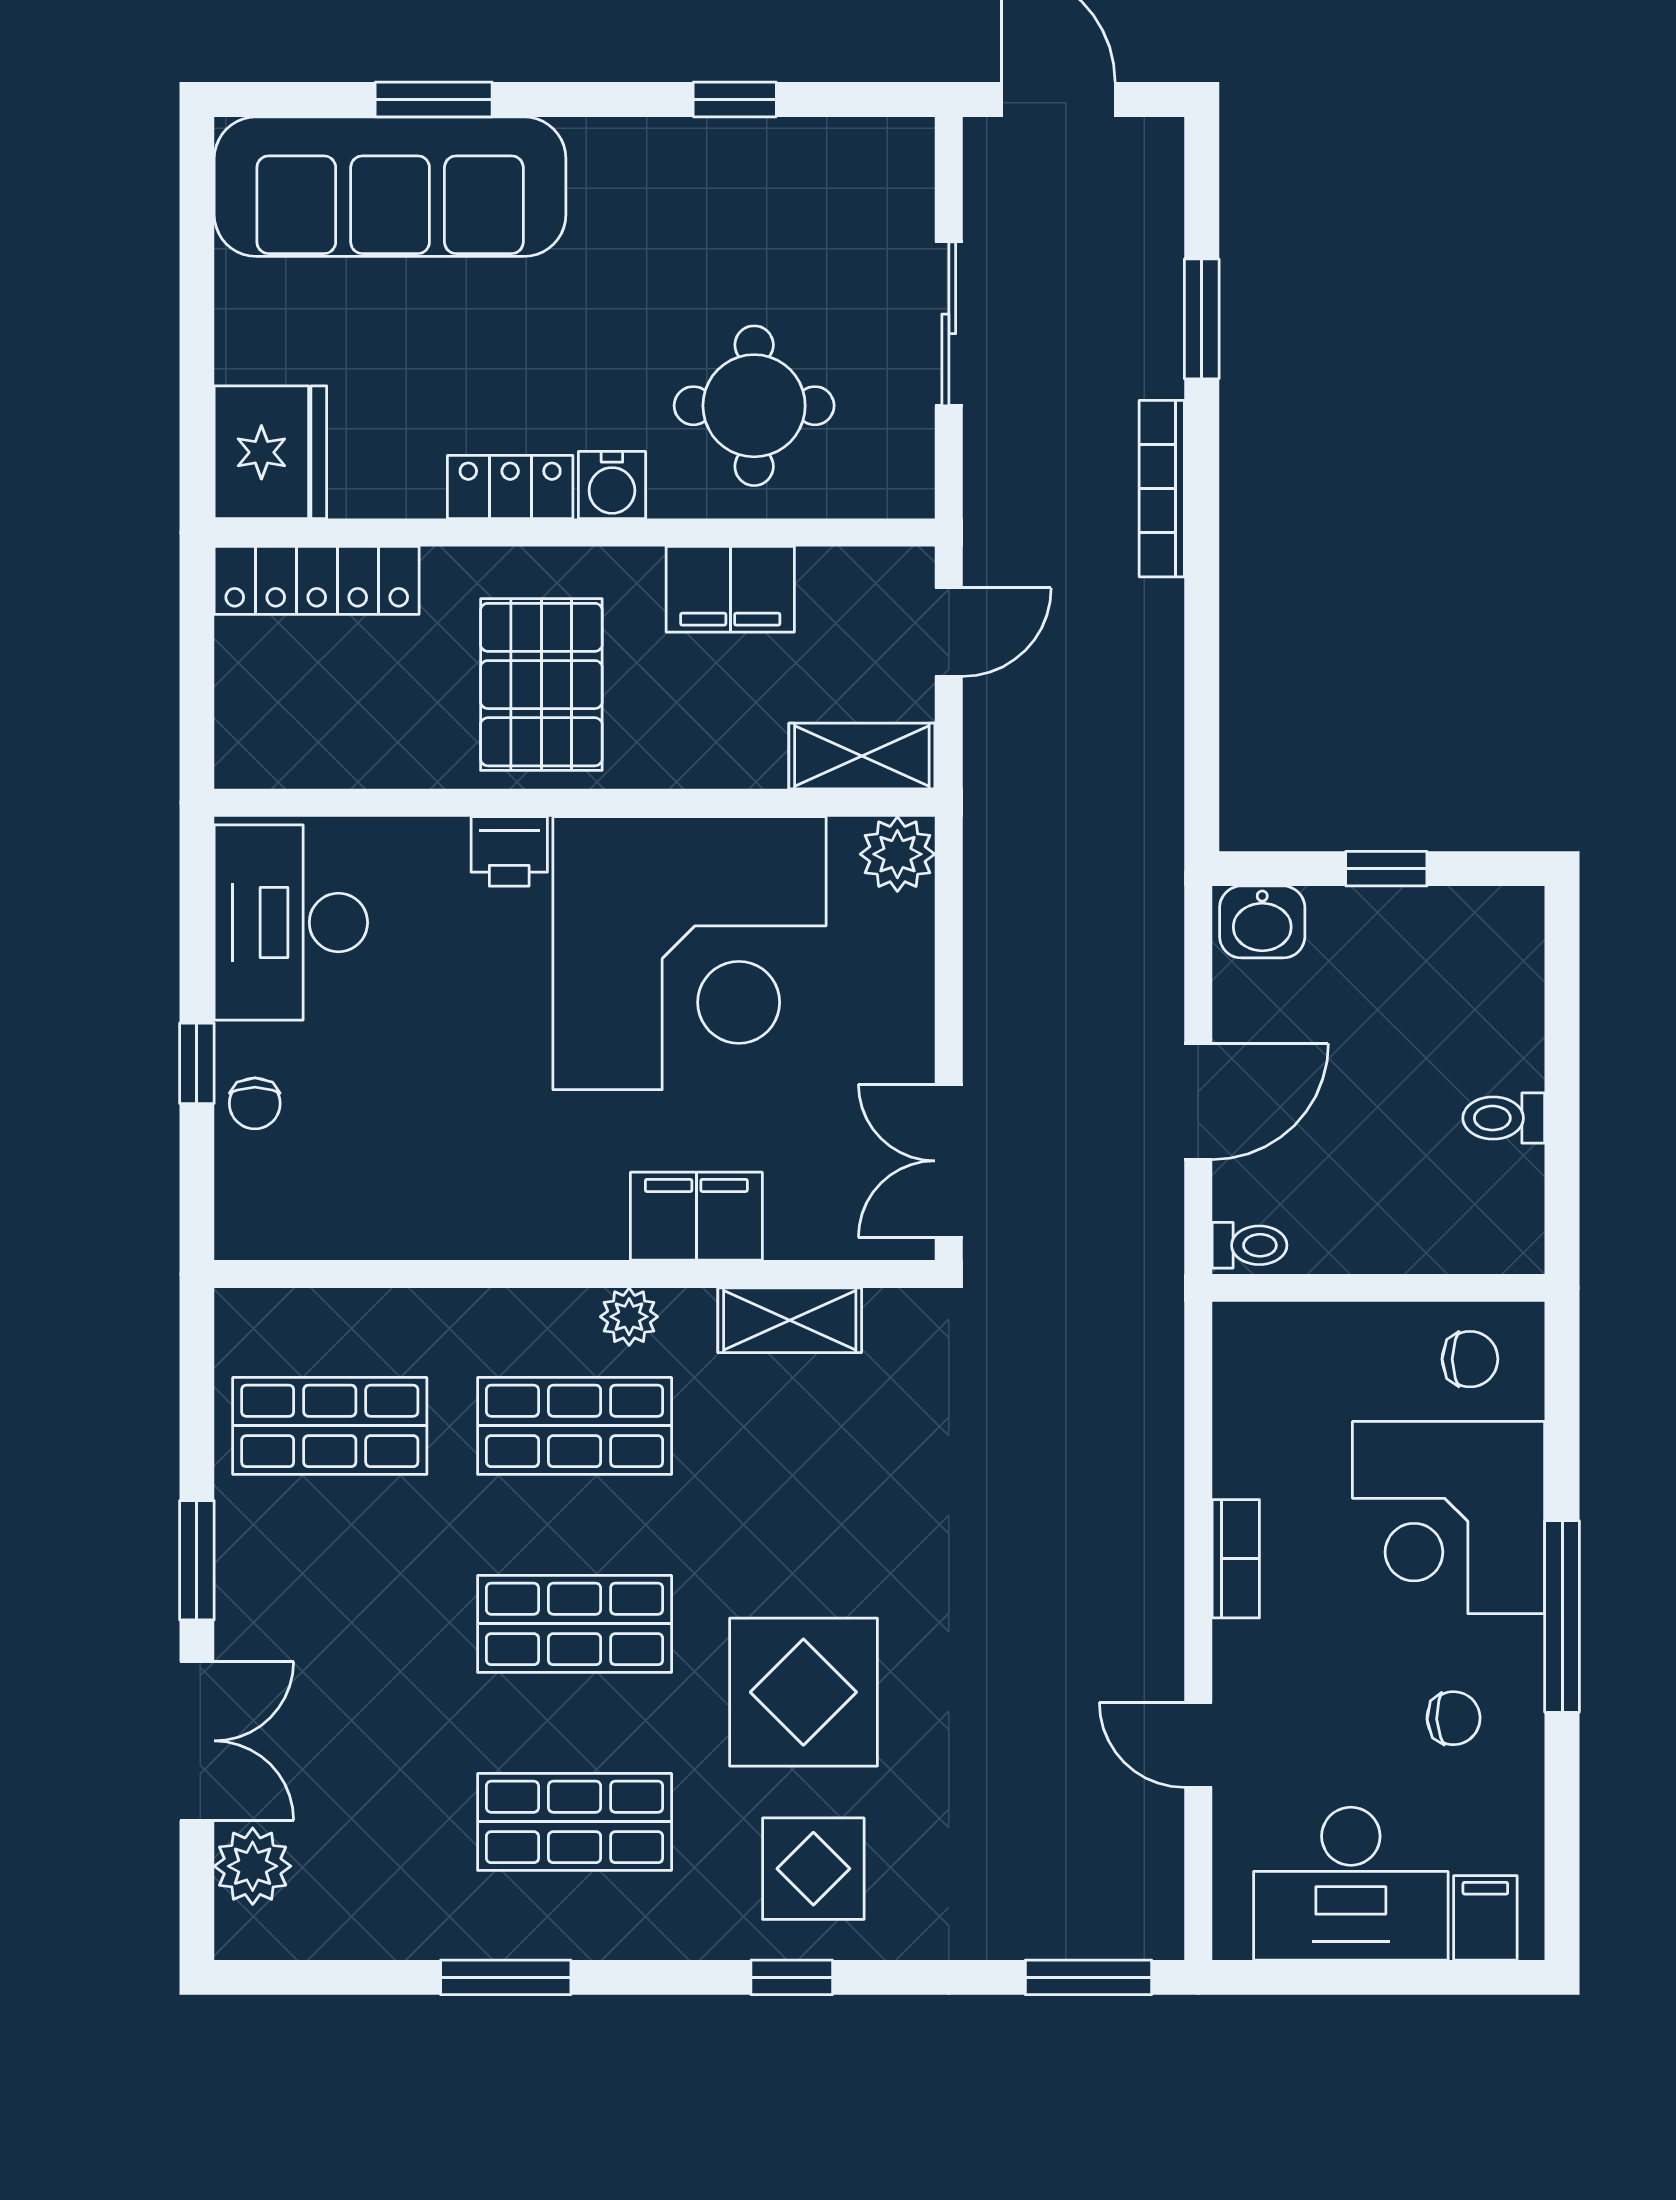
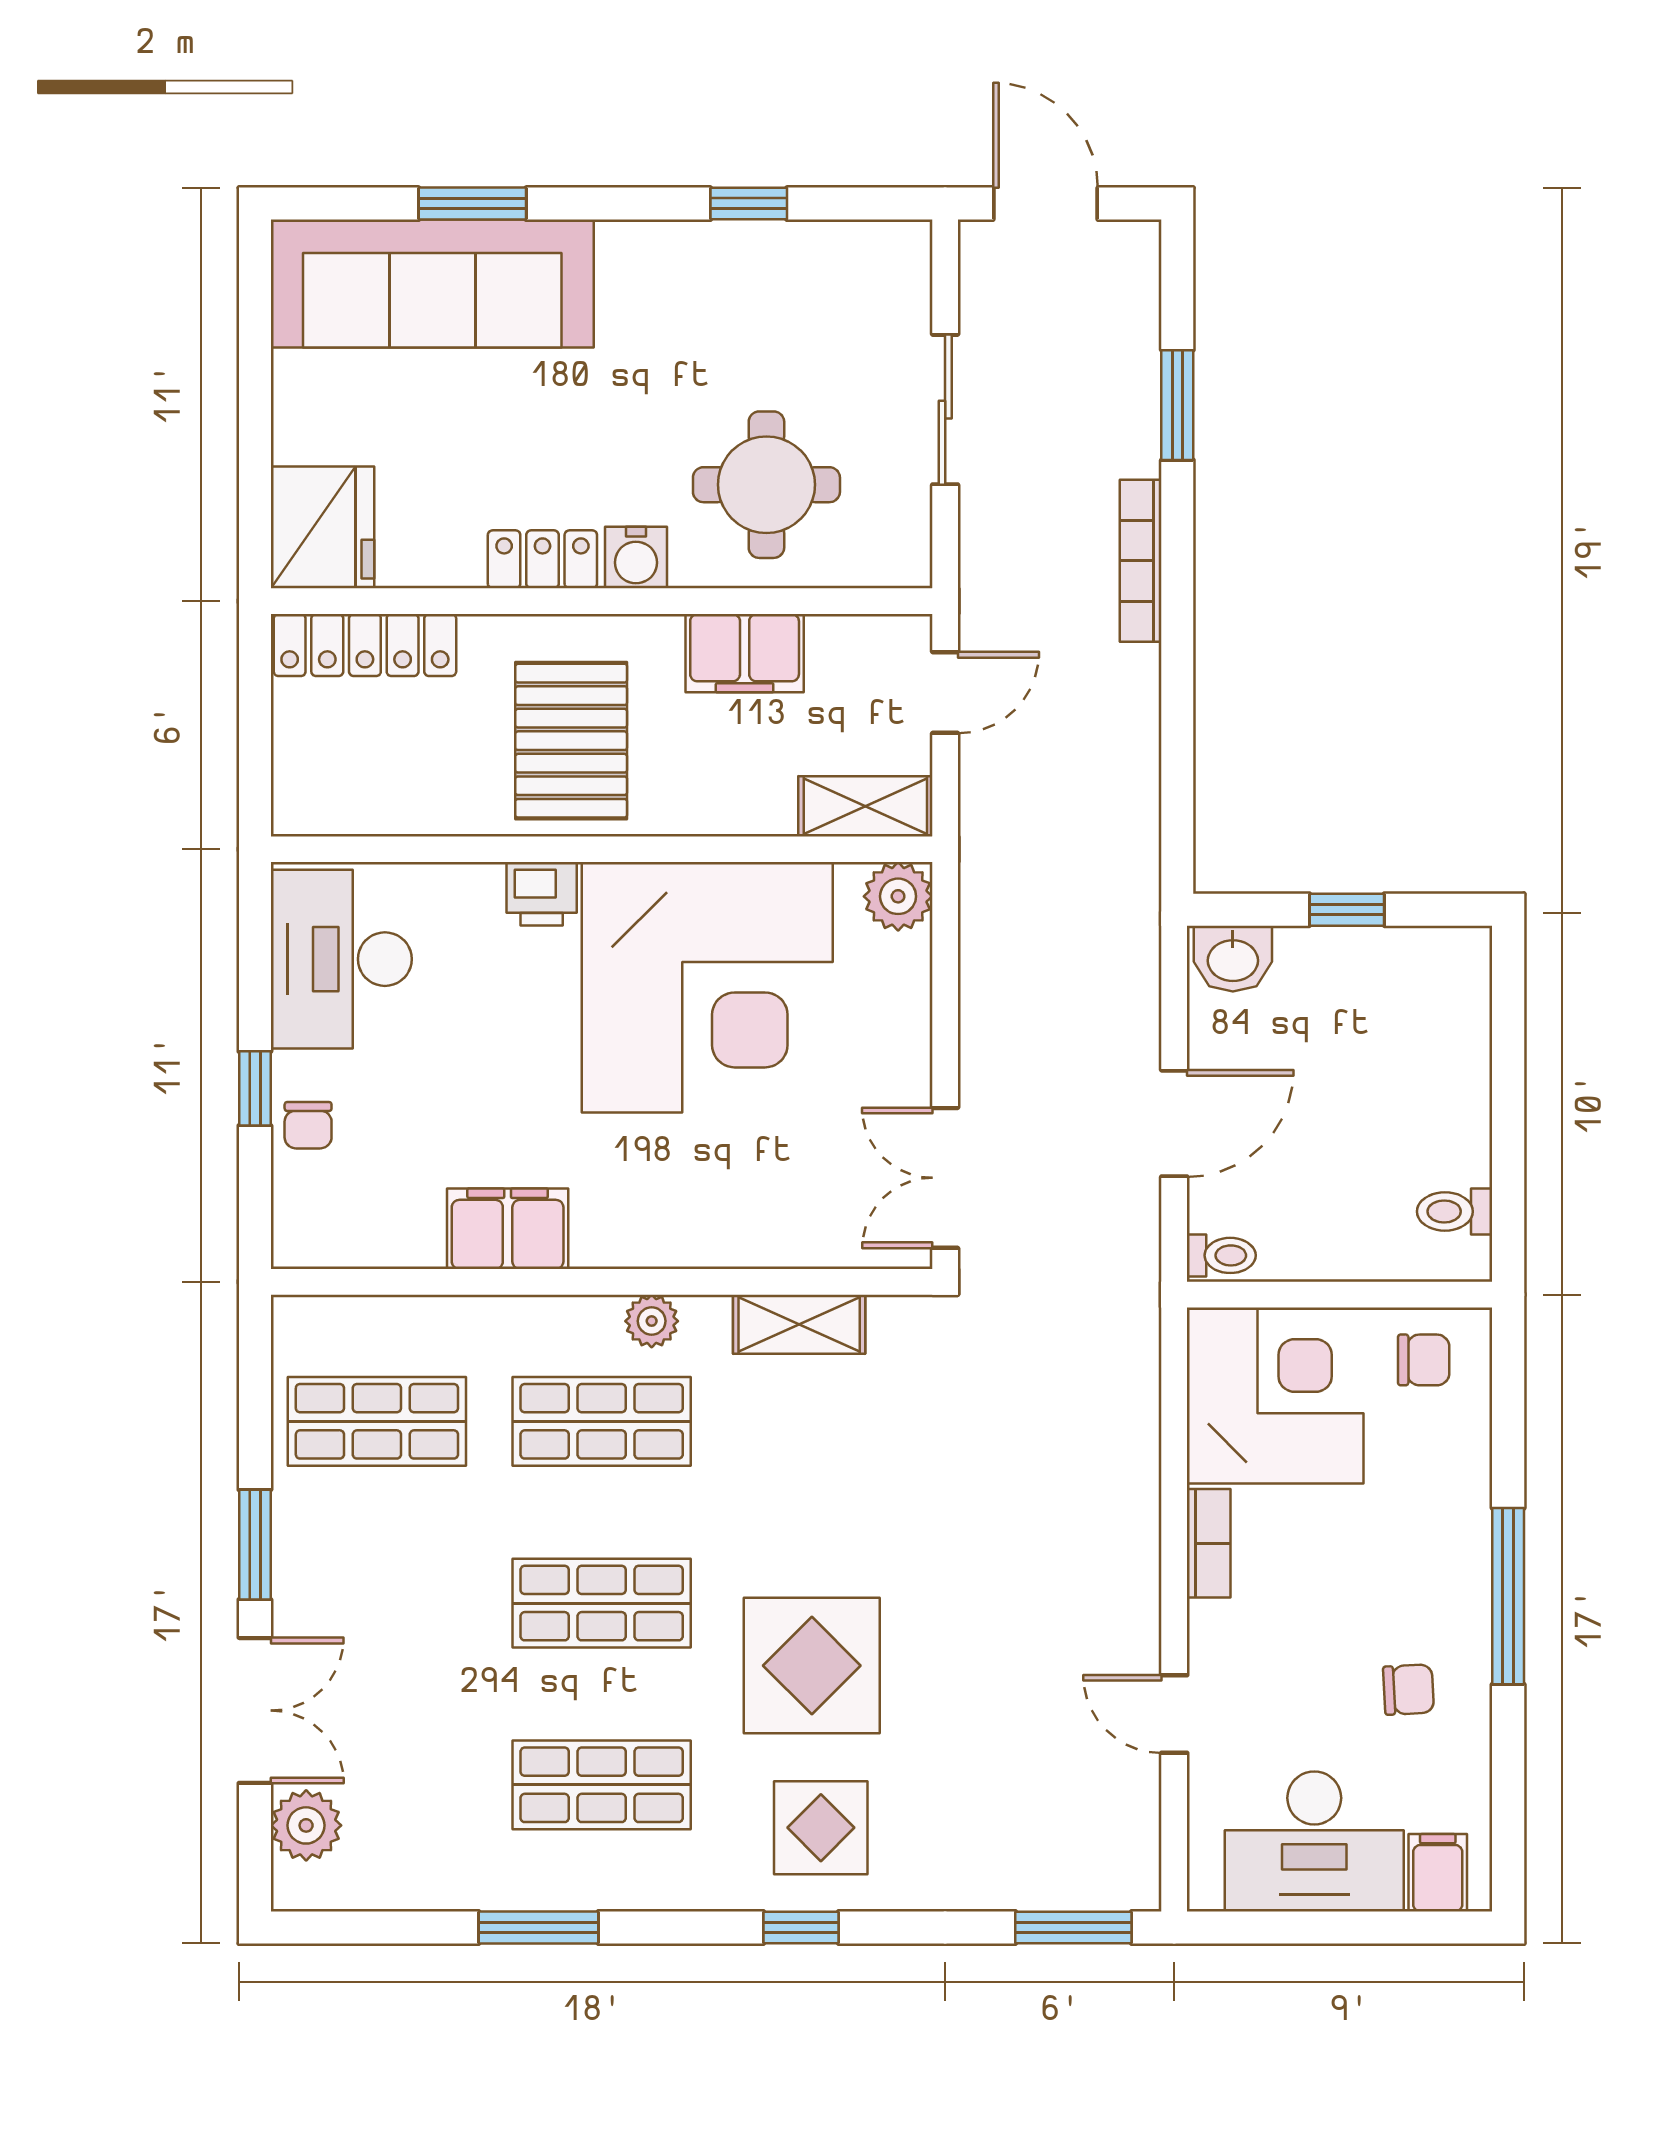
toilet: (1504, 1118) -> (1455, 1211), moved
filing cabinet: (696, 1216) -> (508, 1229), moved
corner desk: (1449, 1518) -> (1275, 1396), moved, turned 180

